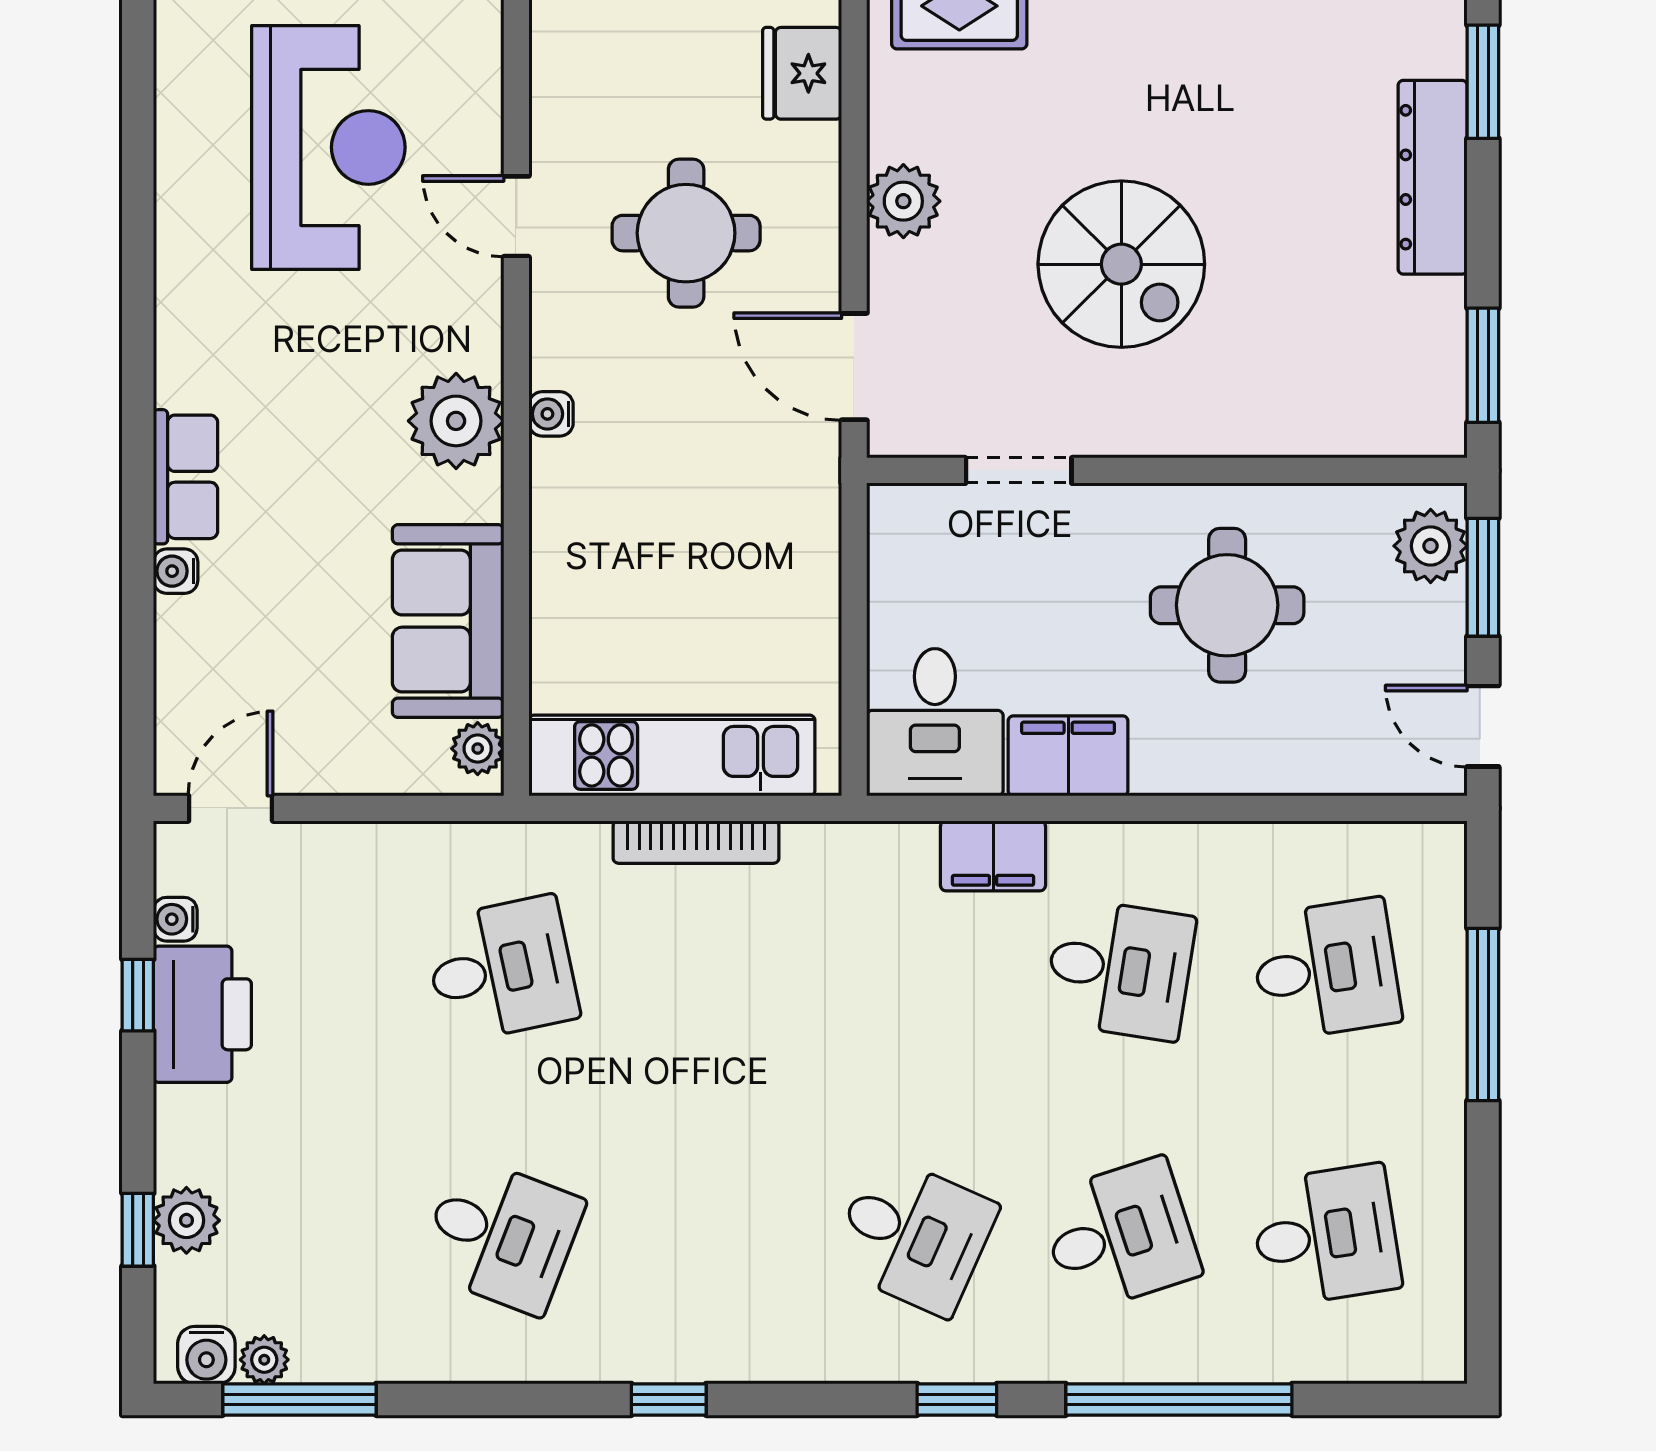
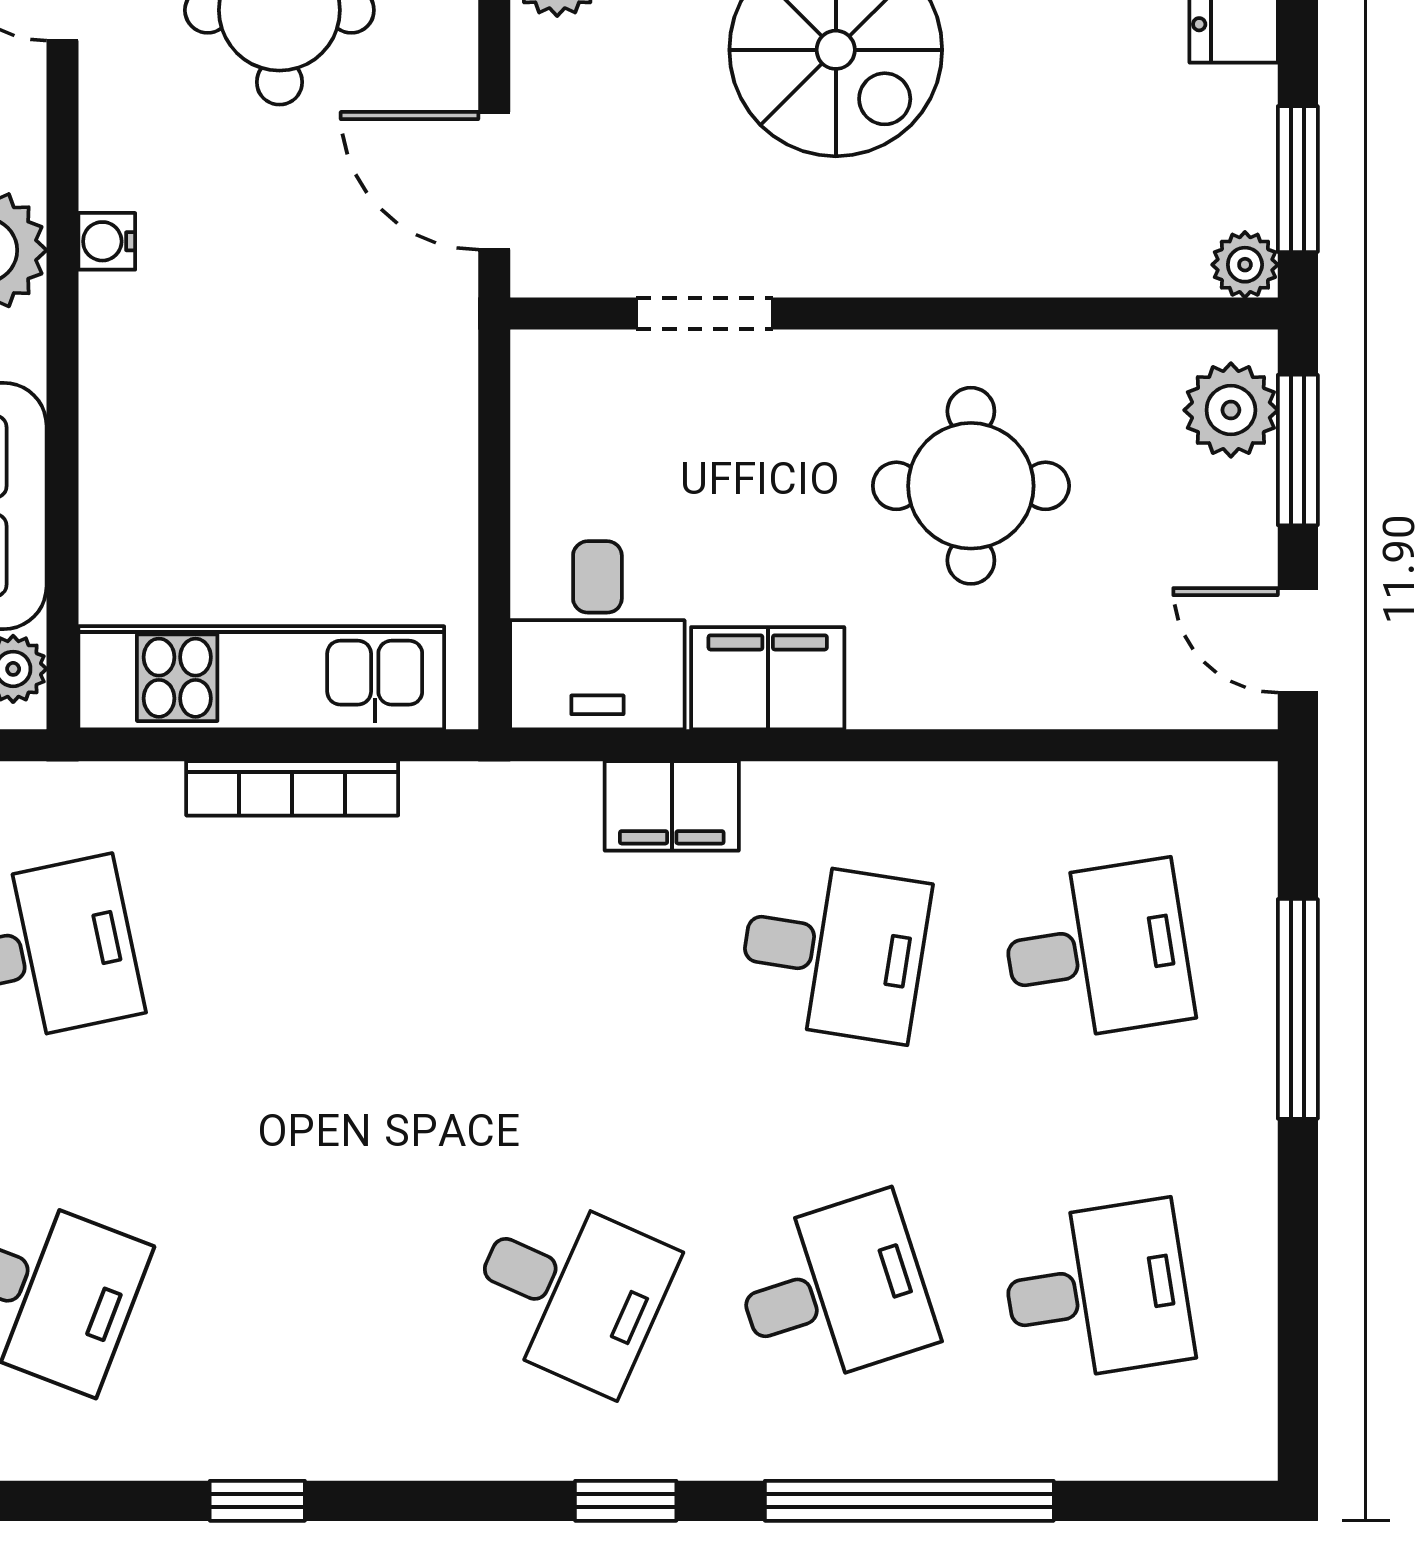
plant: (1442, 432) -> (1245, 265), added

